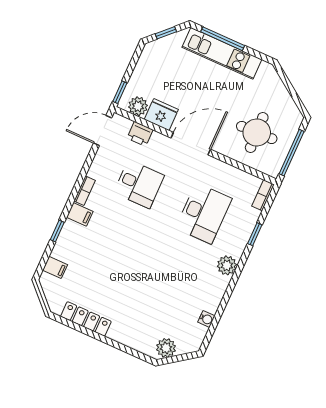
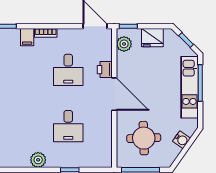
water cooler: (278, 90) -> (182, 140), added
fridge: (161, 115) -> (152, 38), moved, turned 90
printer: (140, 134) -> (105, 70), moved
bookcase: (263, 195) -> (101, 163), removed
desk: (204, 213) -> (68, 126), width x0.73

